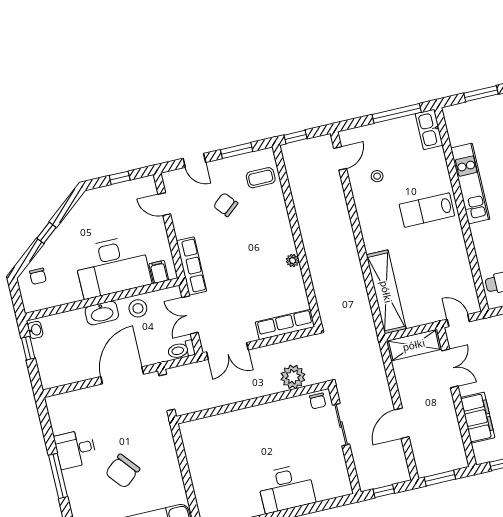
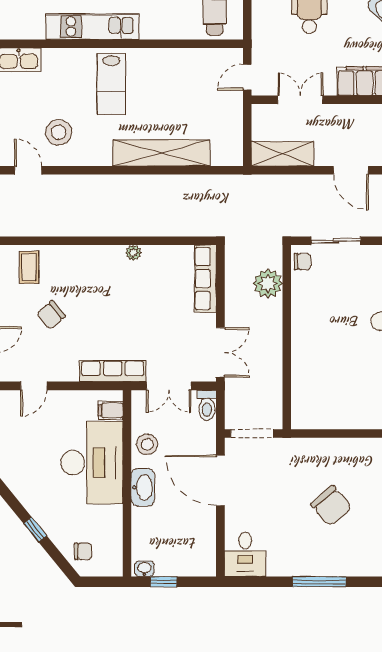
stool: (377, 176) -> (59, 132), width x1.89, depth x1.89
shelving: (386, 292) -> (161, 153), moved
shelving: (414, 345) -> (283, 154), moved, turned 90
desk: (75, 449) -> (245, 554), moved

